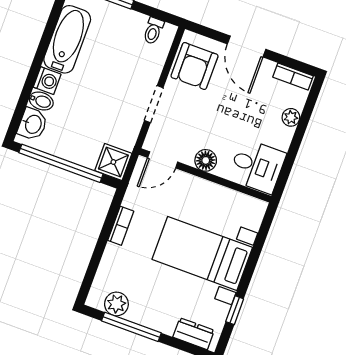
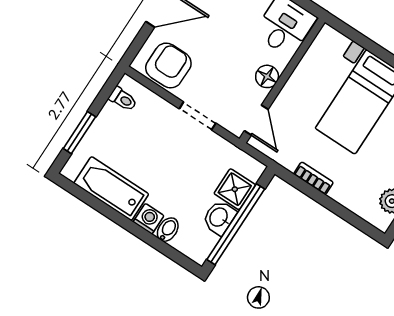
armchair: (194, 66) -> (168, 65), turned -90
washbasin: (33, 124) -> (219, 217), moved, turned -90
shower: (113, 162) -> (235, 189), moved

